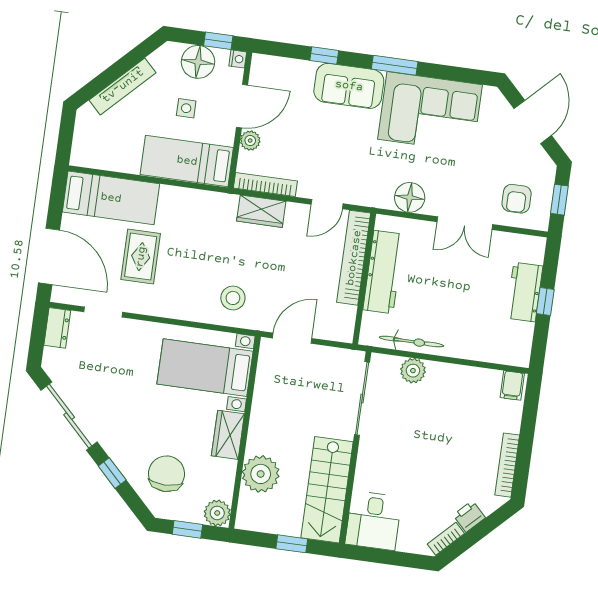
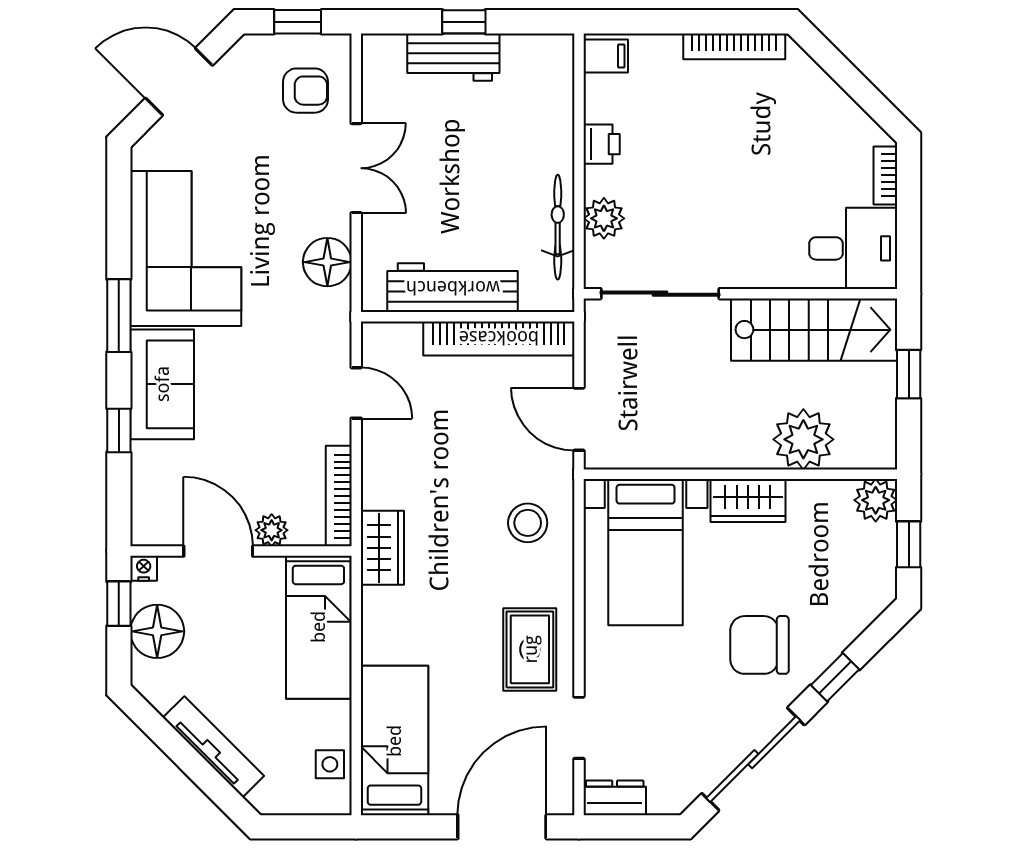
side table: (186, 108) -> (330, 764), moved
wardrobe: (261, 211) -> (382, 548), moved
rug: (141, 257) -> (530, 649), moved, turned 90
bookcase: (354, 258) -> (499, 338), moved
chair: (167, 474) -> (759, 645), moved
printer: (469, 516) -> (602, 144), moved, turned -135
bookcase: (446, 539) -> (885, 175), moved, turned 45

